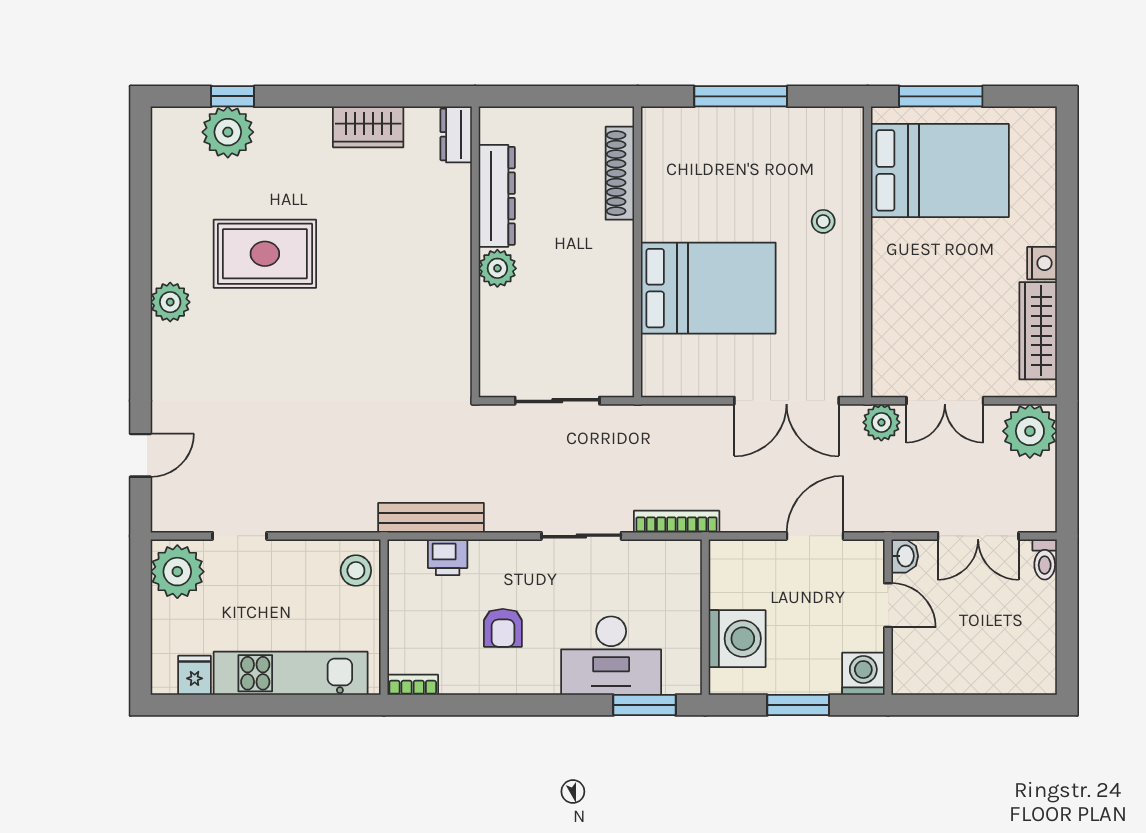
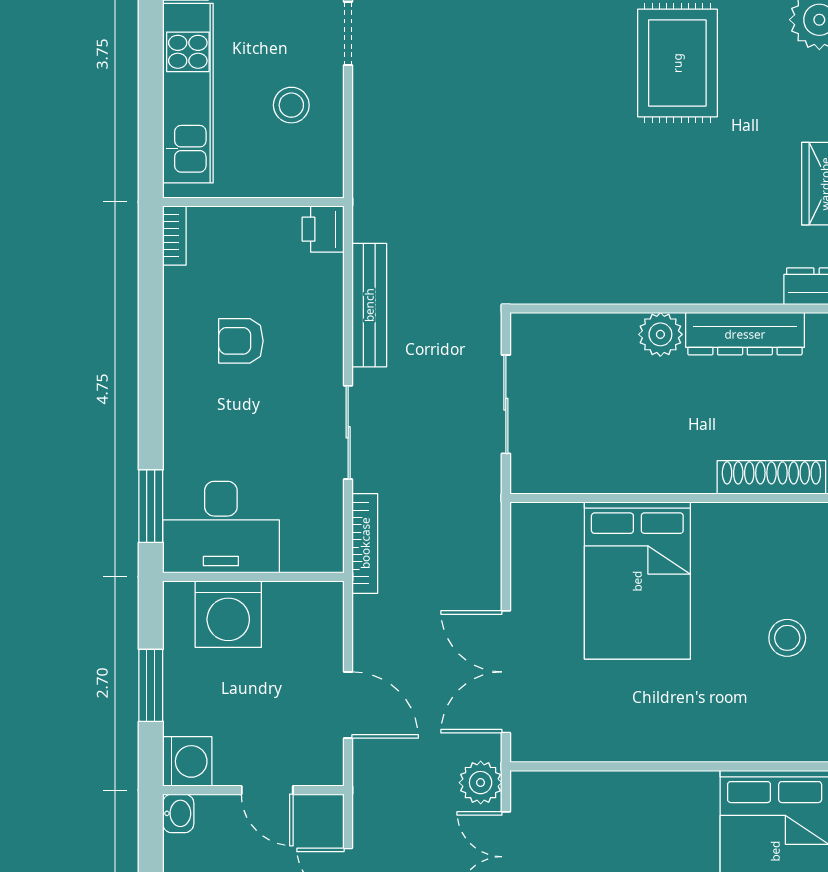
stool: (823, 221) -> (787, 638), moved, width x1.37, depth x1.37
bench: (431, 518) -> (369, 305), moved
washbasin: (905, 556) -> (178, 813), moved, turned -90
printer: (448, 557) -> (323, 229), moved
stool: (356, 571) -> (291, 105), moved
door: (888, 605) -> (267, 790), hinge flipped
desk: (611, 656) -> (221, 527), moved, turned -90

